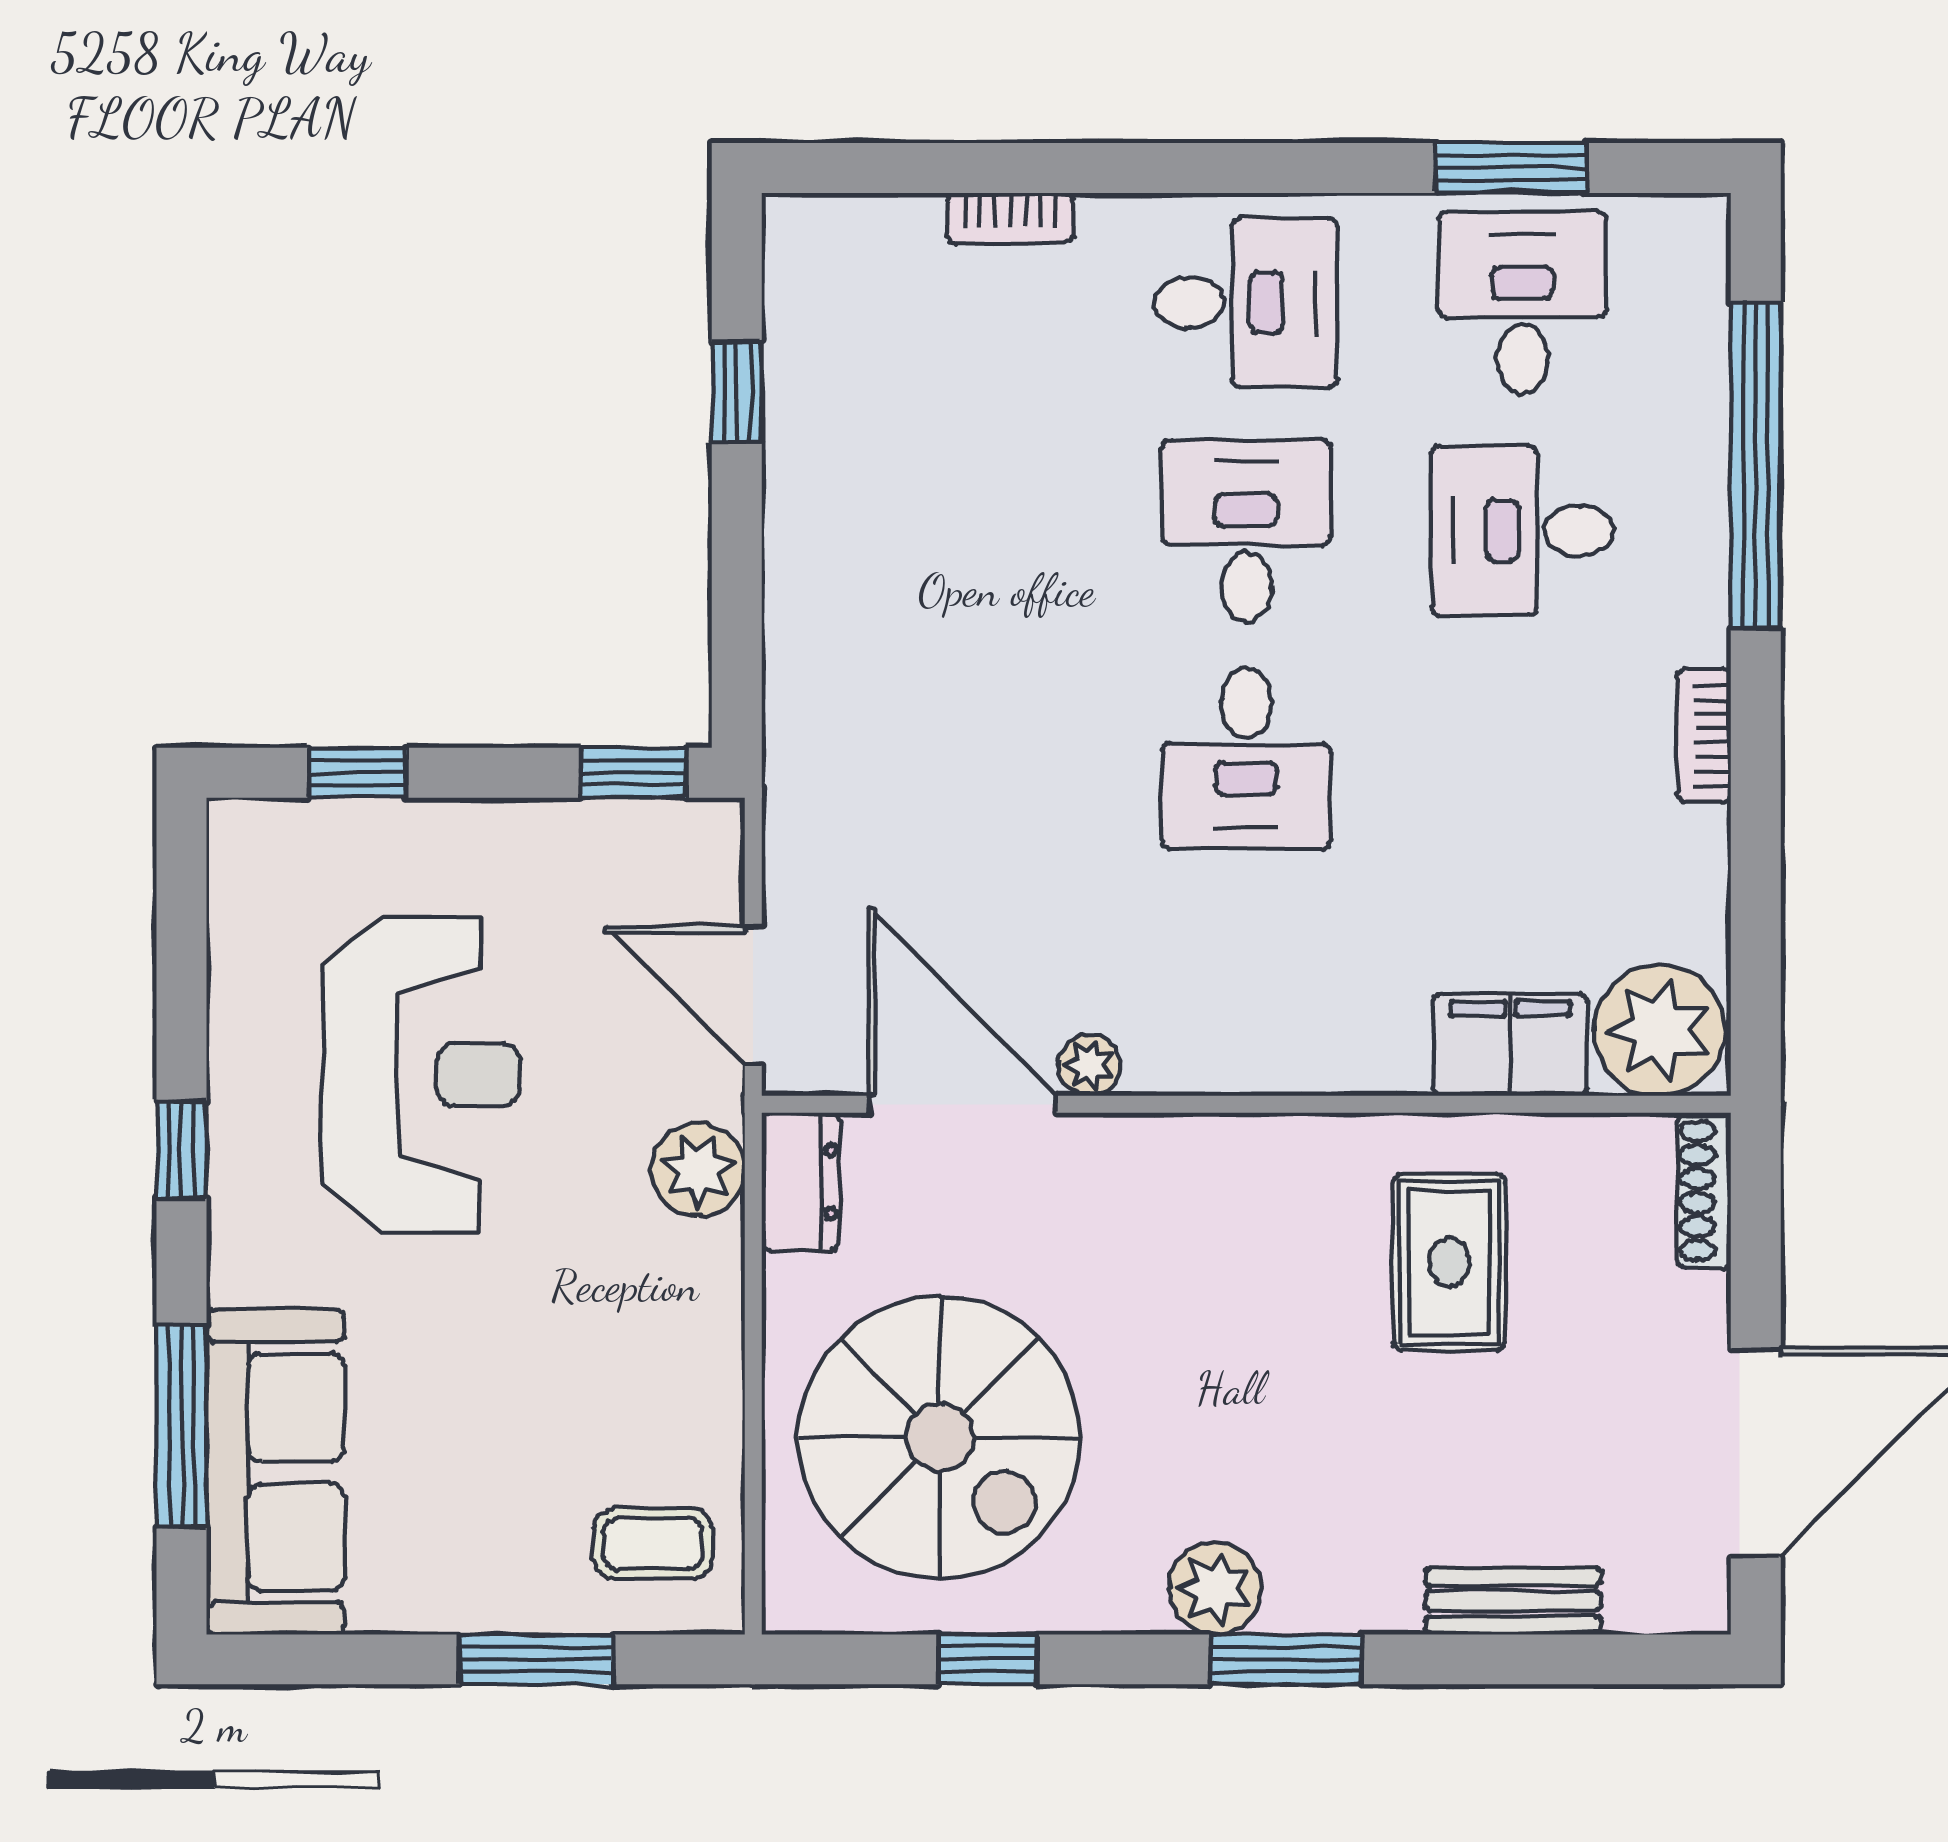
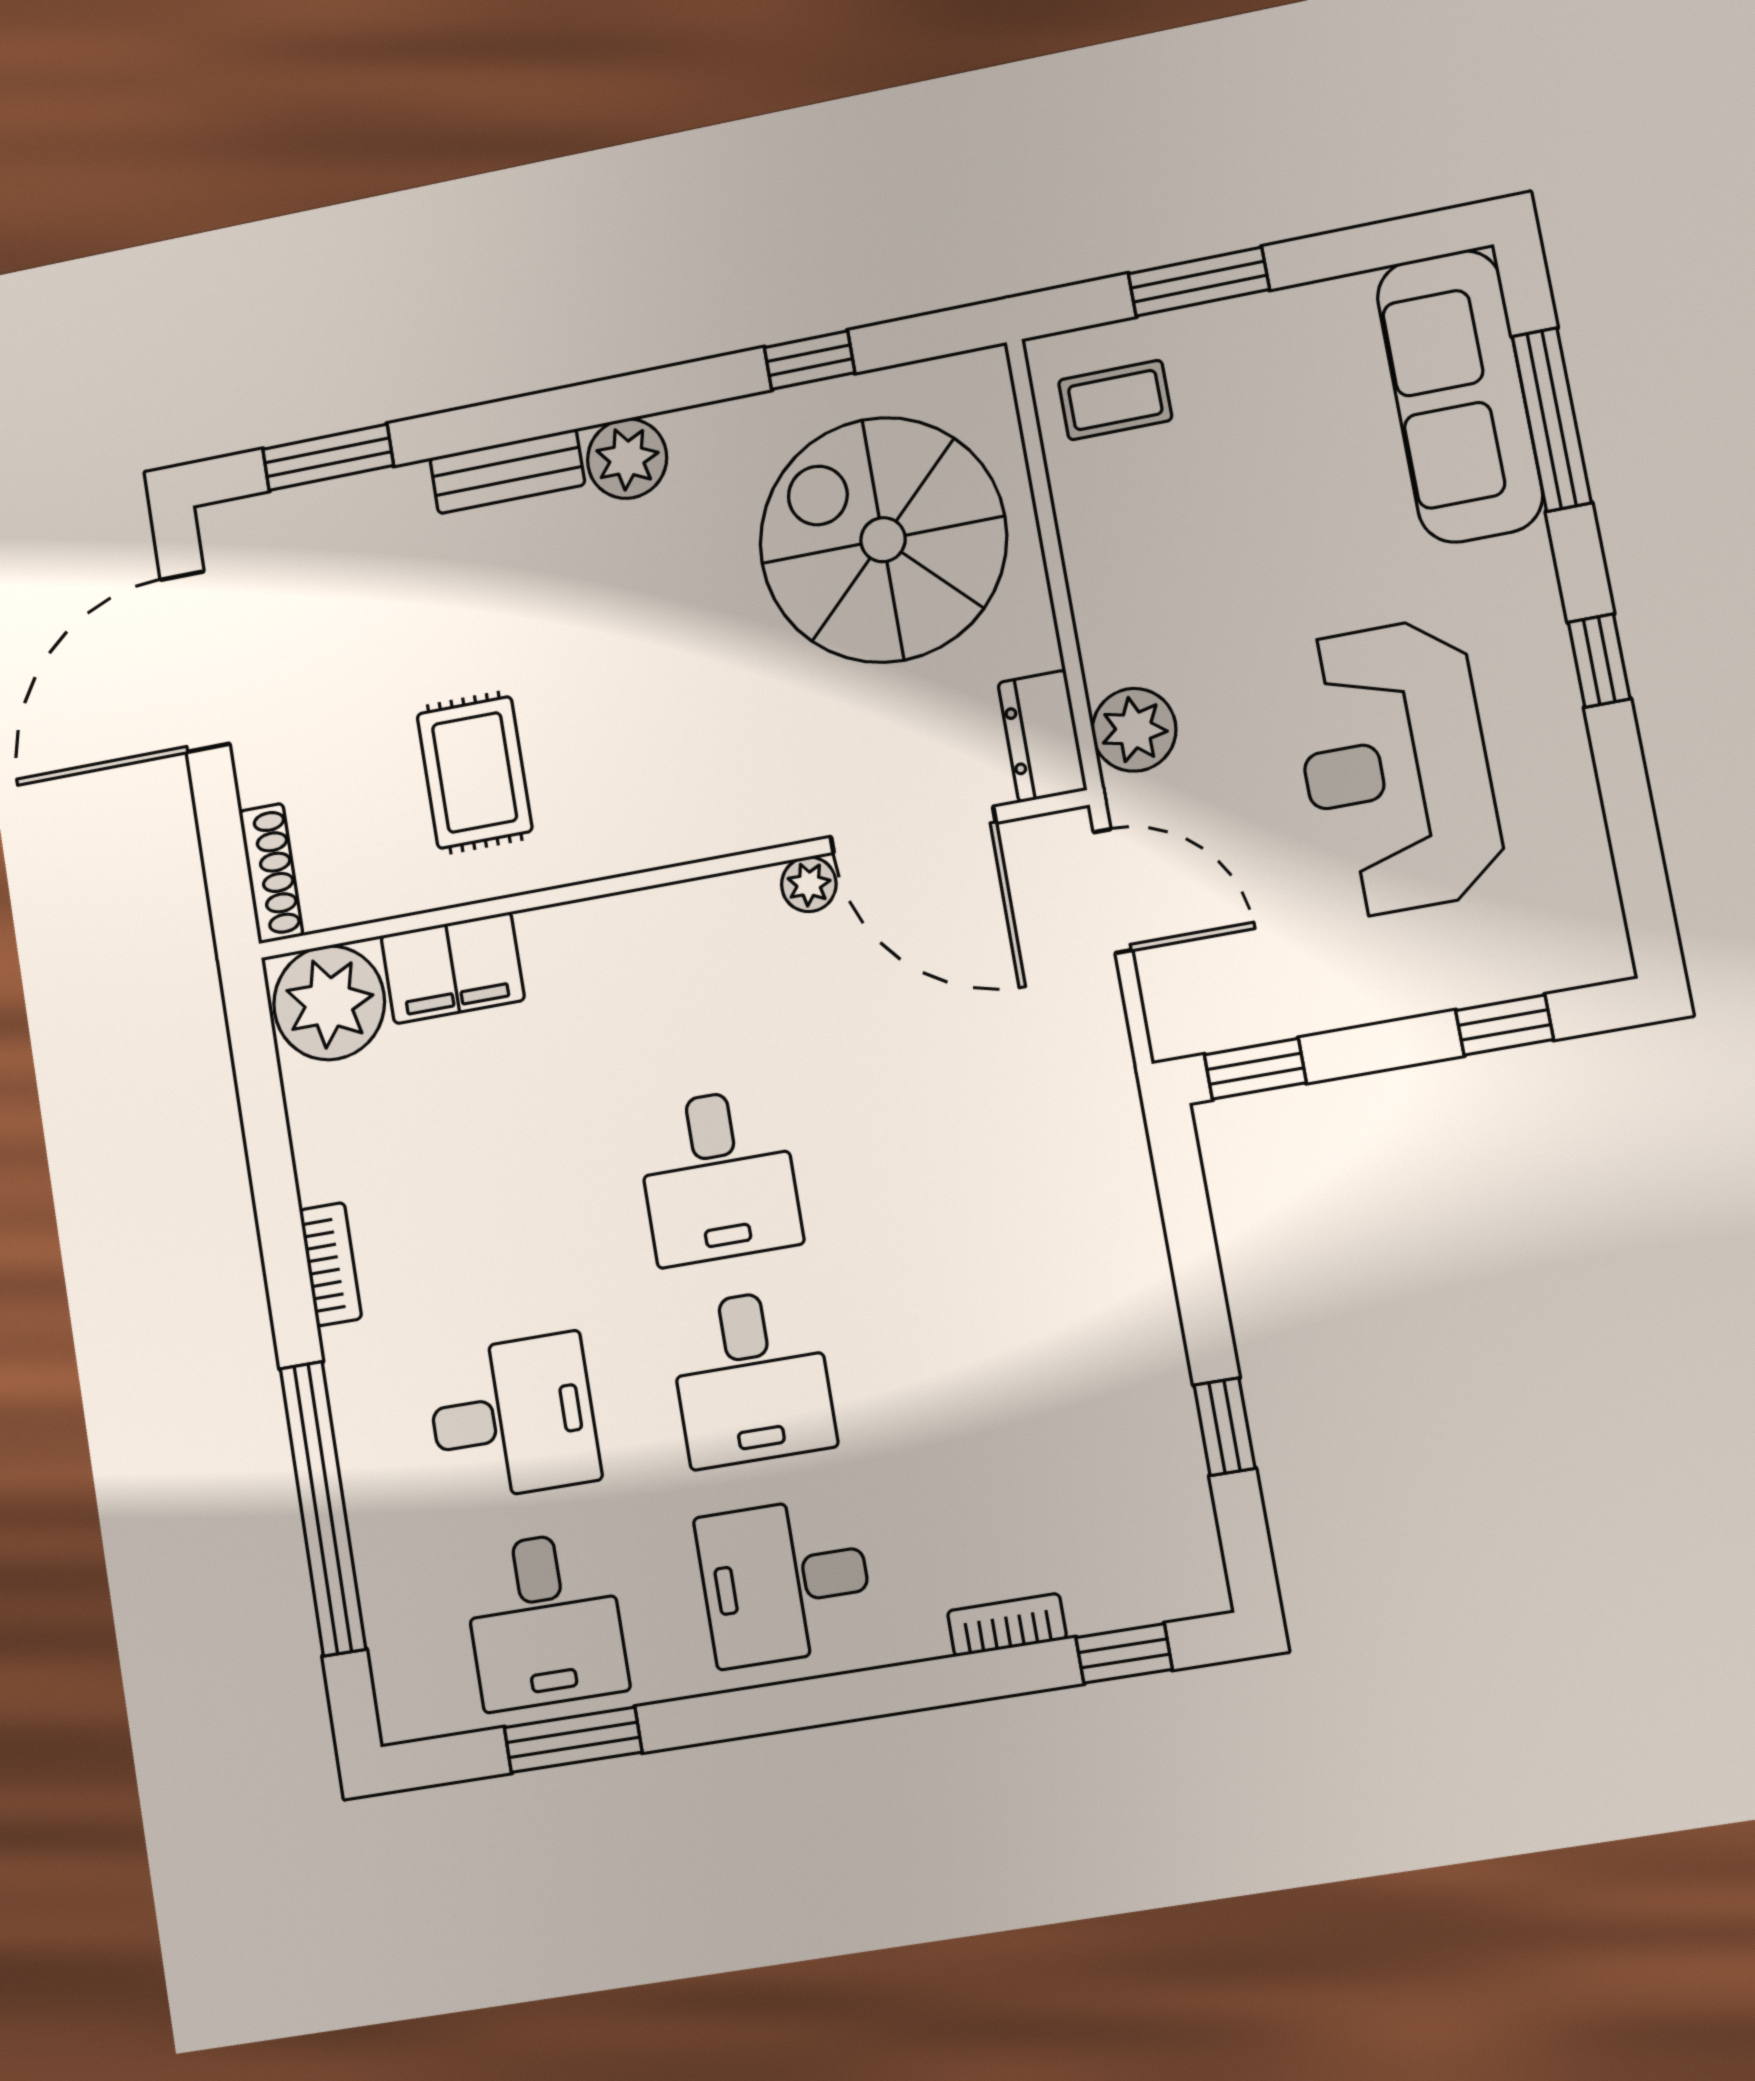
window: (889, 168) -> (1124, 1653), added
desk: (1246, 758) -> (718, 1176), turned 180
bench: (1513, 1601) -> (507, 471), moved
window: (1285, 1659) -> (328, 457), moved

